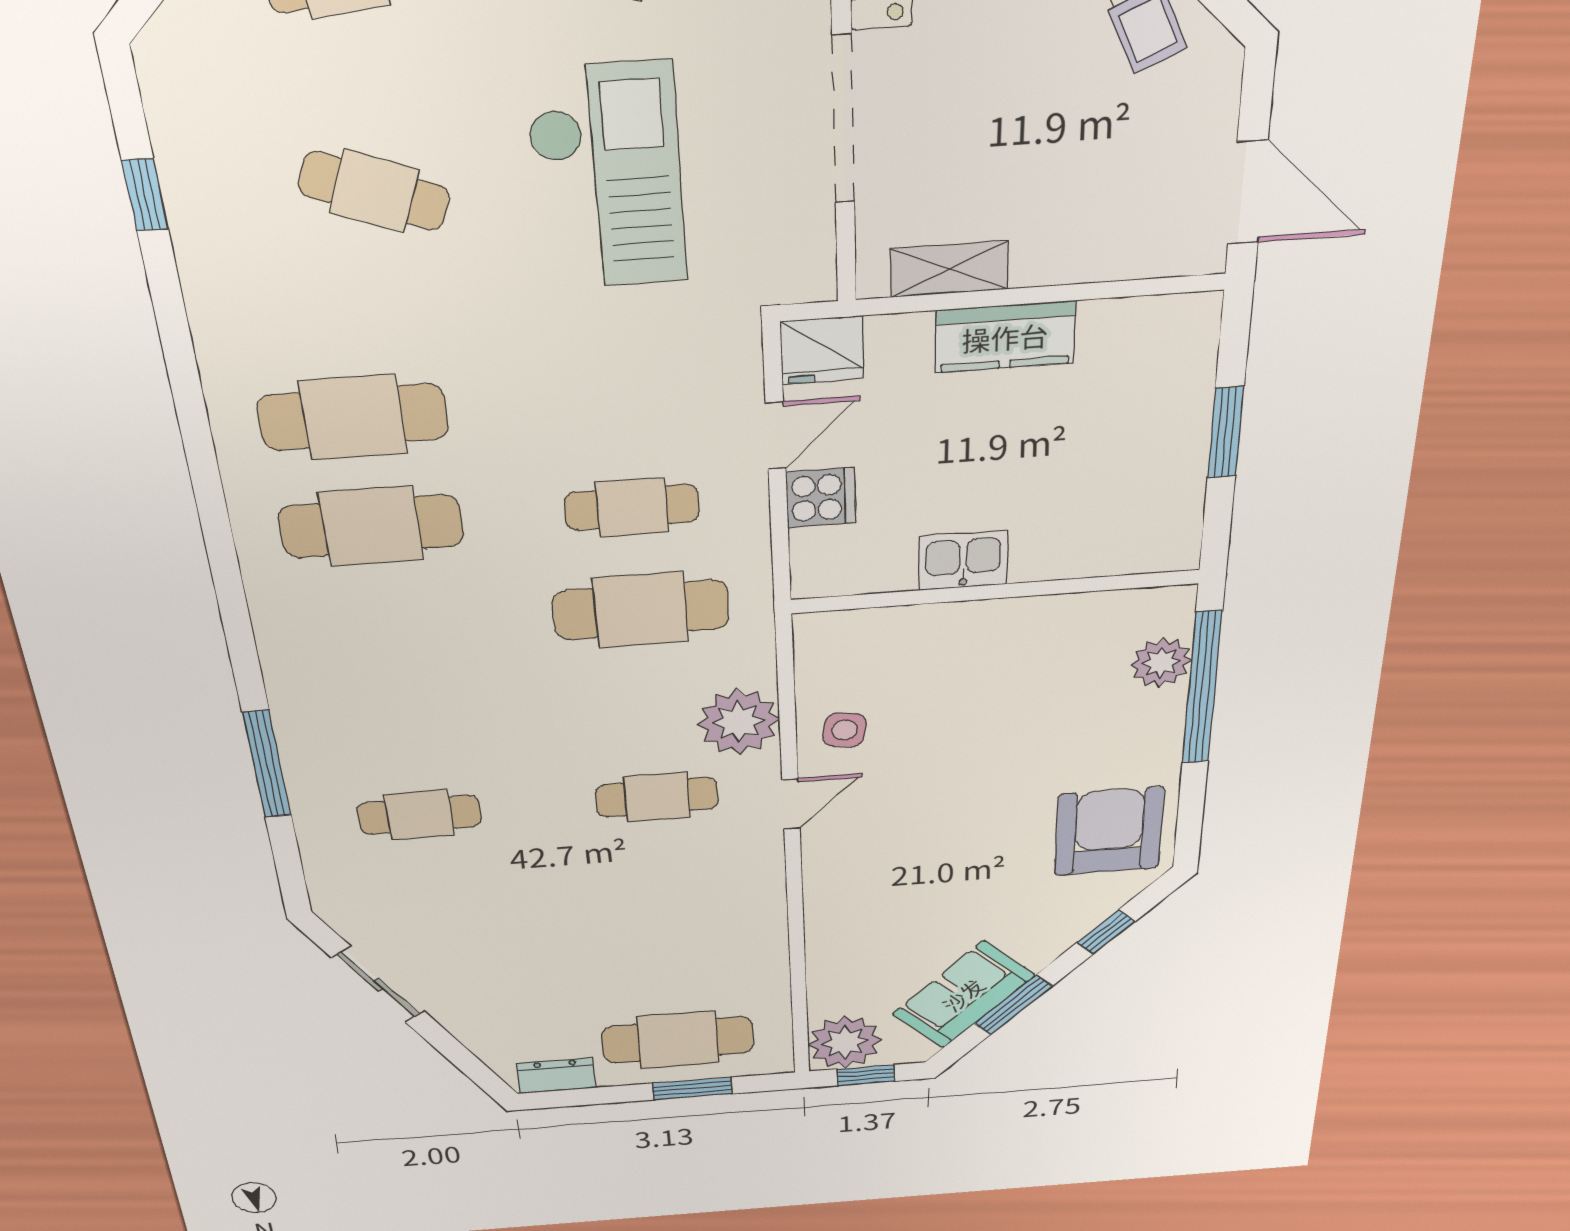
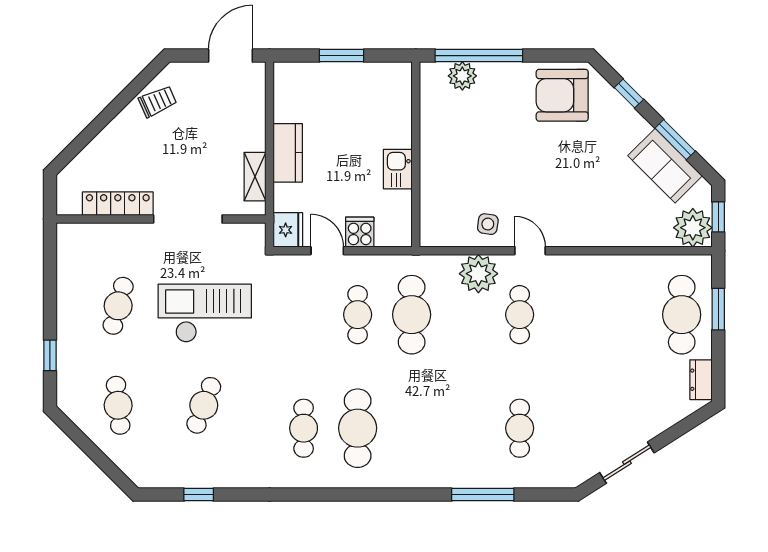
cafe table: (353, 417) -> (304, 428), width x0.73, depth x0.74

